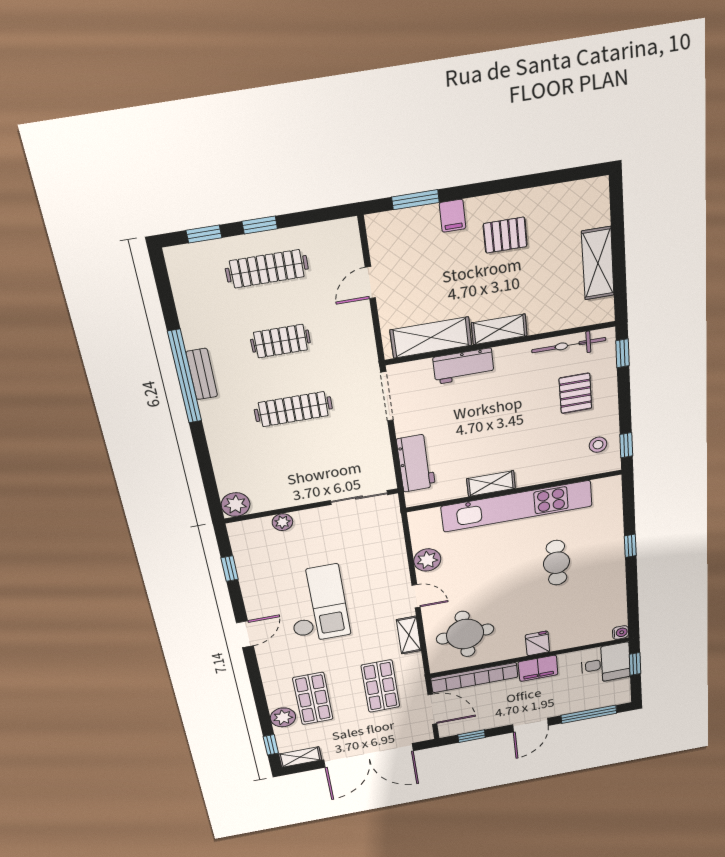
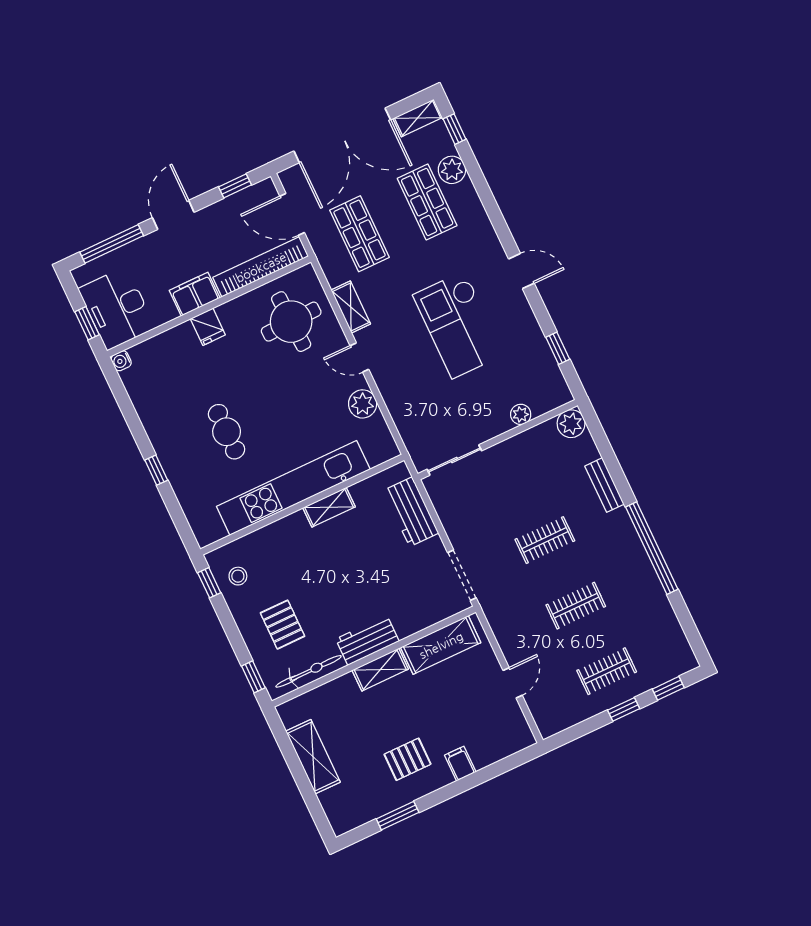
window: (415, 200) -> (398, 816), moved
clothes rail: (267, 269) -> (607, 671), width x0.73
workbench: (463, 366) -> (367, 640), moved
bench: (202, 374) -> (605, 485), moved
clothes rail: (293, 409) -> (545, 540), width x0.73
door: (245, 634) -> (521, 271), swing flipped
desk: (606, 663) -> (117, 308), width x1.37
double door: (369, 755) -> (342, 135), swing flipped

